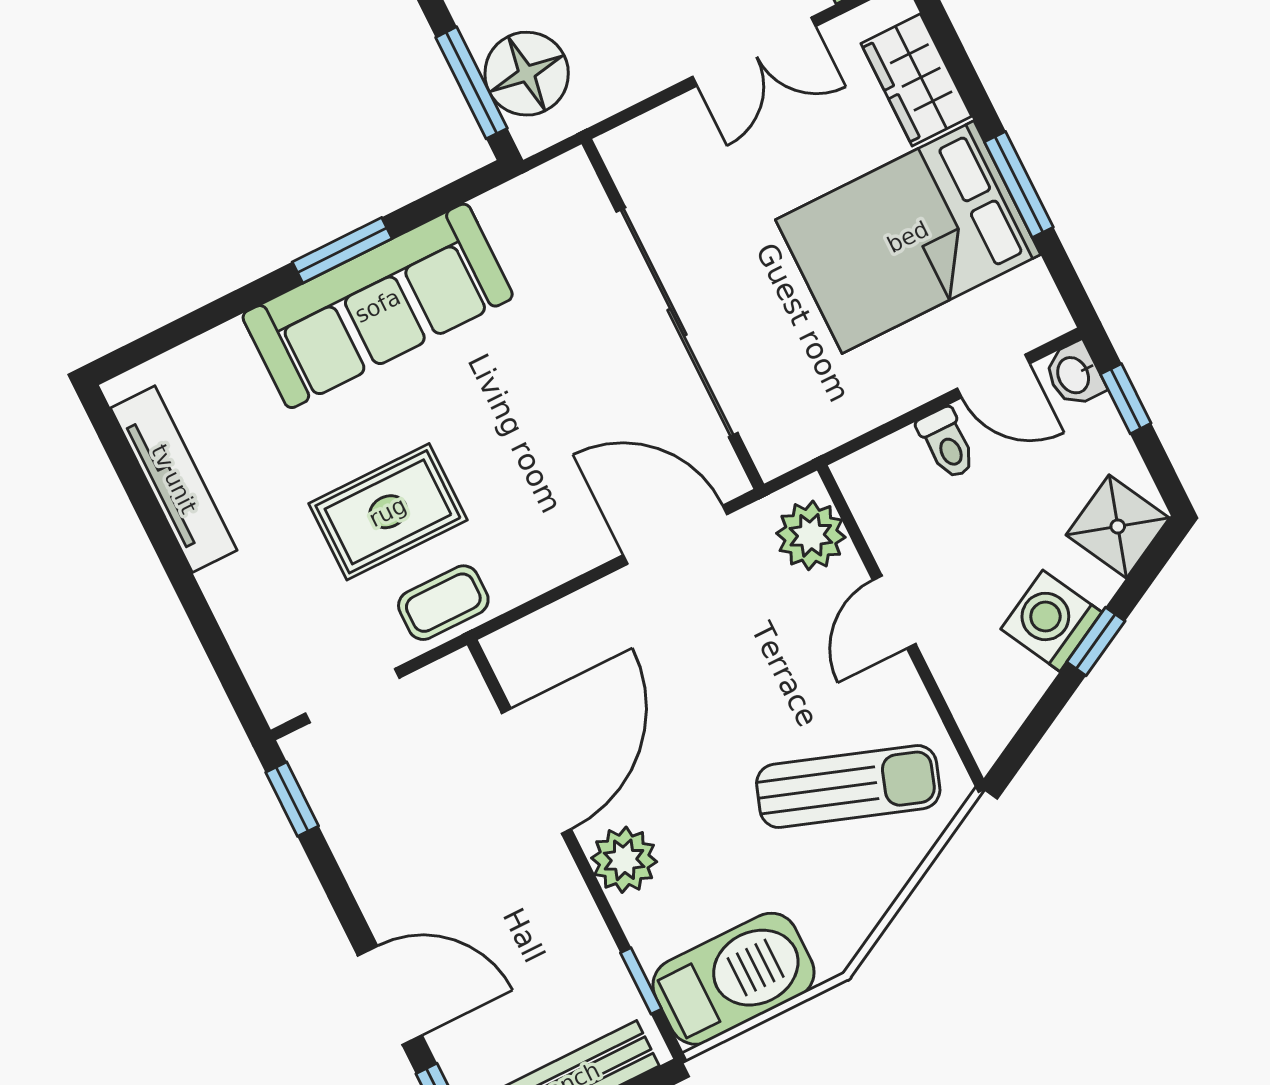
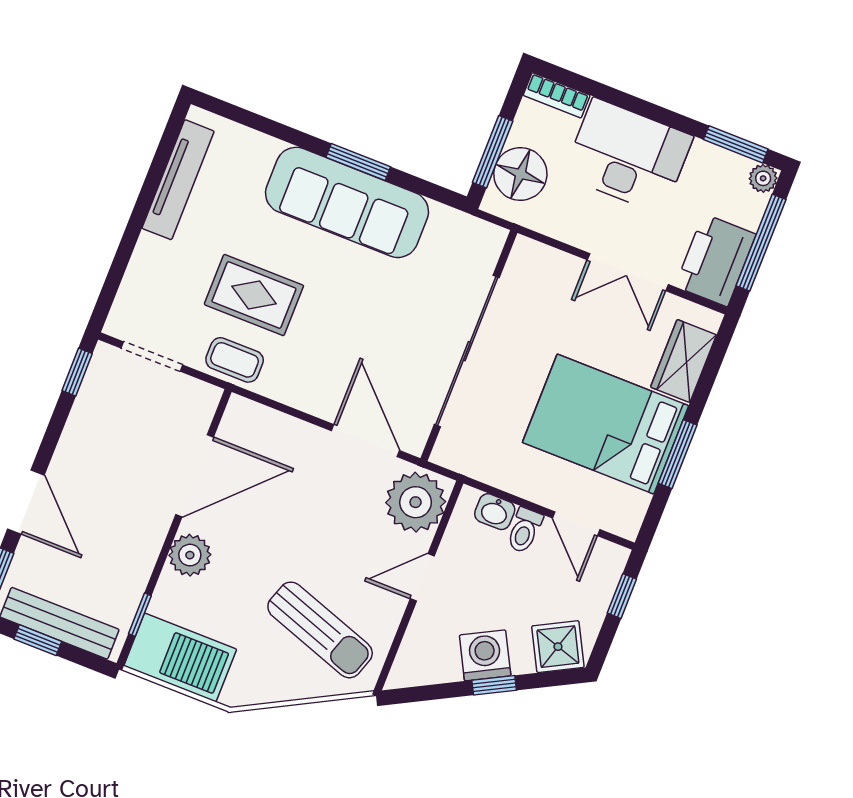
washbasin: (1074, 375) -> (495, 512), moved, turned -90
plant: (811, 535) -> (416, 502), width x1.36, depth x1.36

